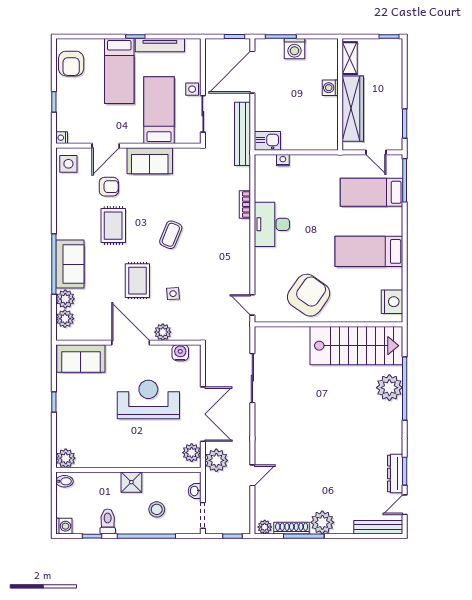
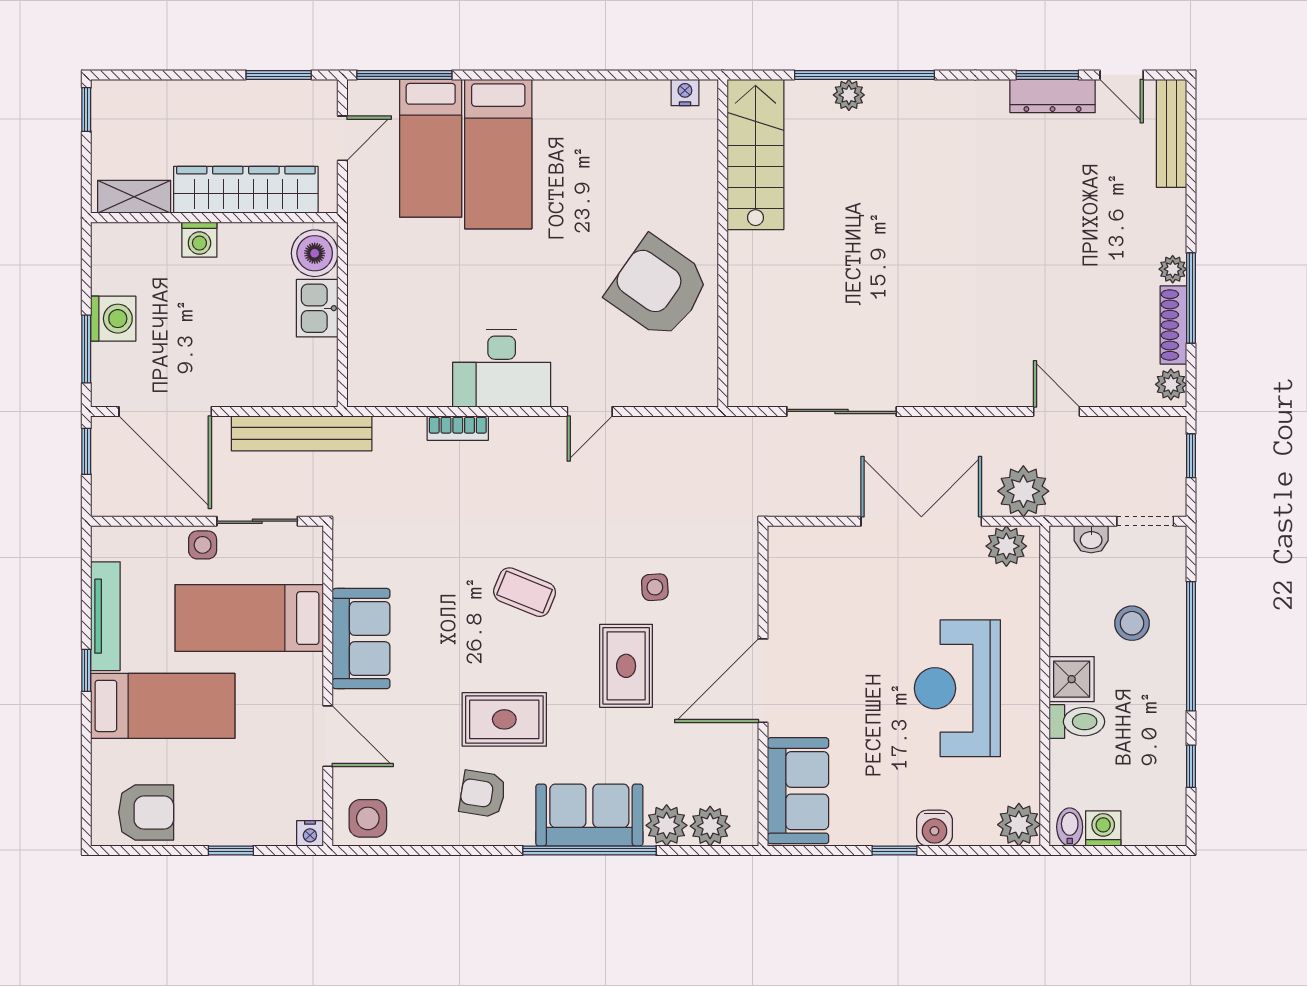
boiler: (324, 140) -> (315, 253), added
kitchen sink: (267, 141) -> (317, 308), moved
nightstand: (283, 160) -> (360, 344), removed
armchair: (109, 187) -> (483, 794), moved, turned -81
bed: (369, 251) -> (498, 154), moved
rug: (137, 281) -> (626, 666), turned 90
nightstand: (392, 302) -> (685, 93), width x0.53, depth x0.56
door: (252, 305) -> (590, 411), moved
plant: (163, 332) -> (740, 610), removed
stairs: (356, 346) -> (755, 154), width x0.73, depth x0.66
water cooler: (180, 353) -> (934, 828), moved, turned -90
plant: (389, 388) -> (849, 95), width x0.53, depth x0.53
reception desk: (148, 399) -> (957, 688), moved
toilet: (108, 522) -> (1077, 722), moved, turned 180
plant: (322, 522) -> (1173, 269), width x0.53, depth x0.53
washing machine: (64, 526) -> (1103, 828), moved

